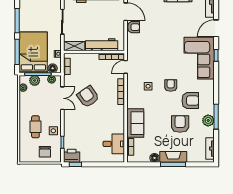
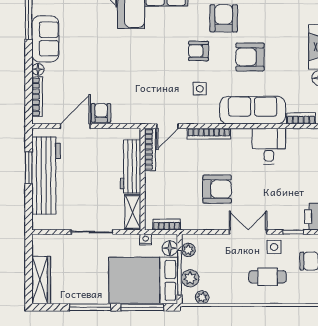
door: (126, 67) -> (167, 126), hinge flipped
armchair: (88, 97) -> (217, 189), turned -145
double door: (62, 98) -> (248, 232), moved
sofa: (135, 123) -> (253, 110), width x1.36
armchair: (180, 124) -> (250, 57), moved
desk: (114, 144) -> (269, 146), moved

